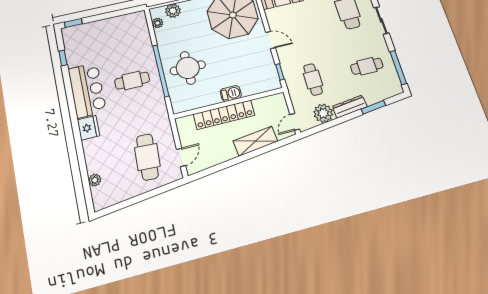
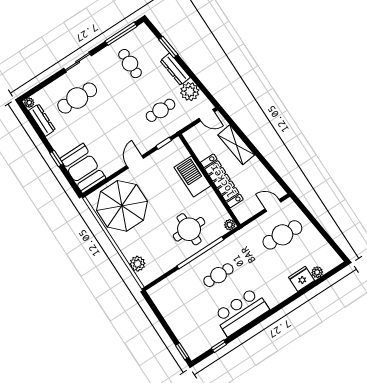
plant: (158, 23) -> (230, 225), moved
cafe table: (132, 81) -> (218, 275), turned 90
barbecue: (231, 94) -> (192, 176), width x1.88, depth x1.53
fridge: (88, 128) -> (301, 279), moved

